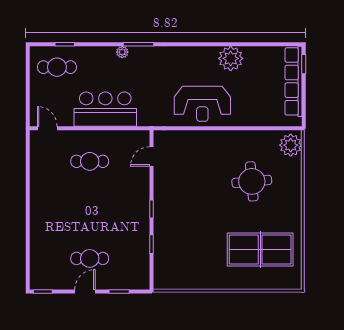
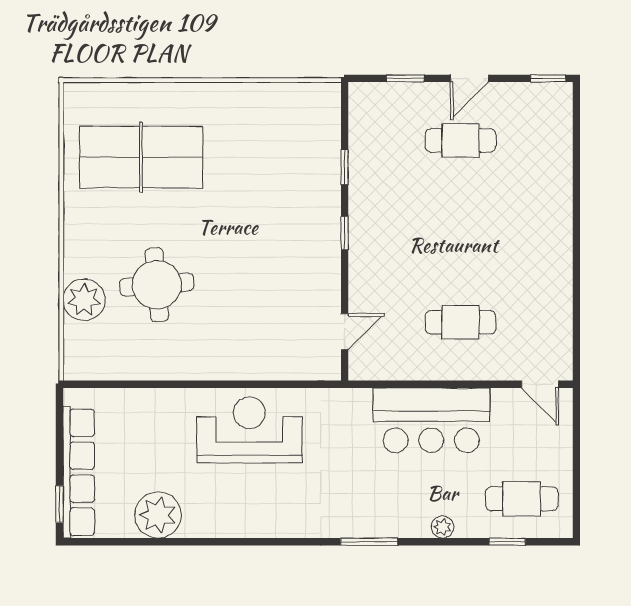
plant: (122, 52) -> (442, 527), moved
plant: (231, 58) -> (158, 515), moved
plant: (291, 145) -> (84, 300), moved

